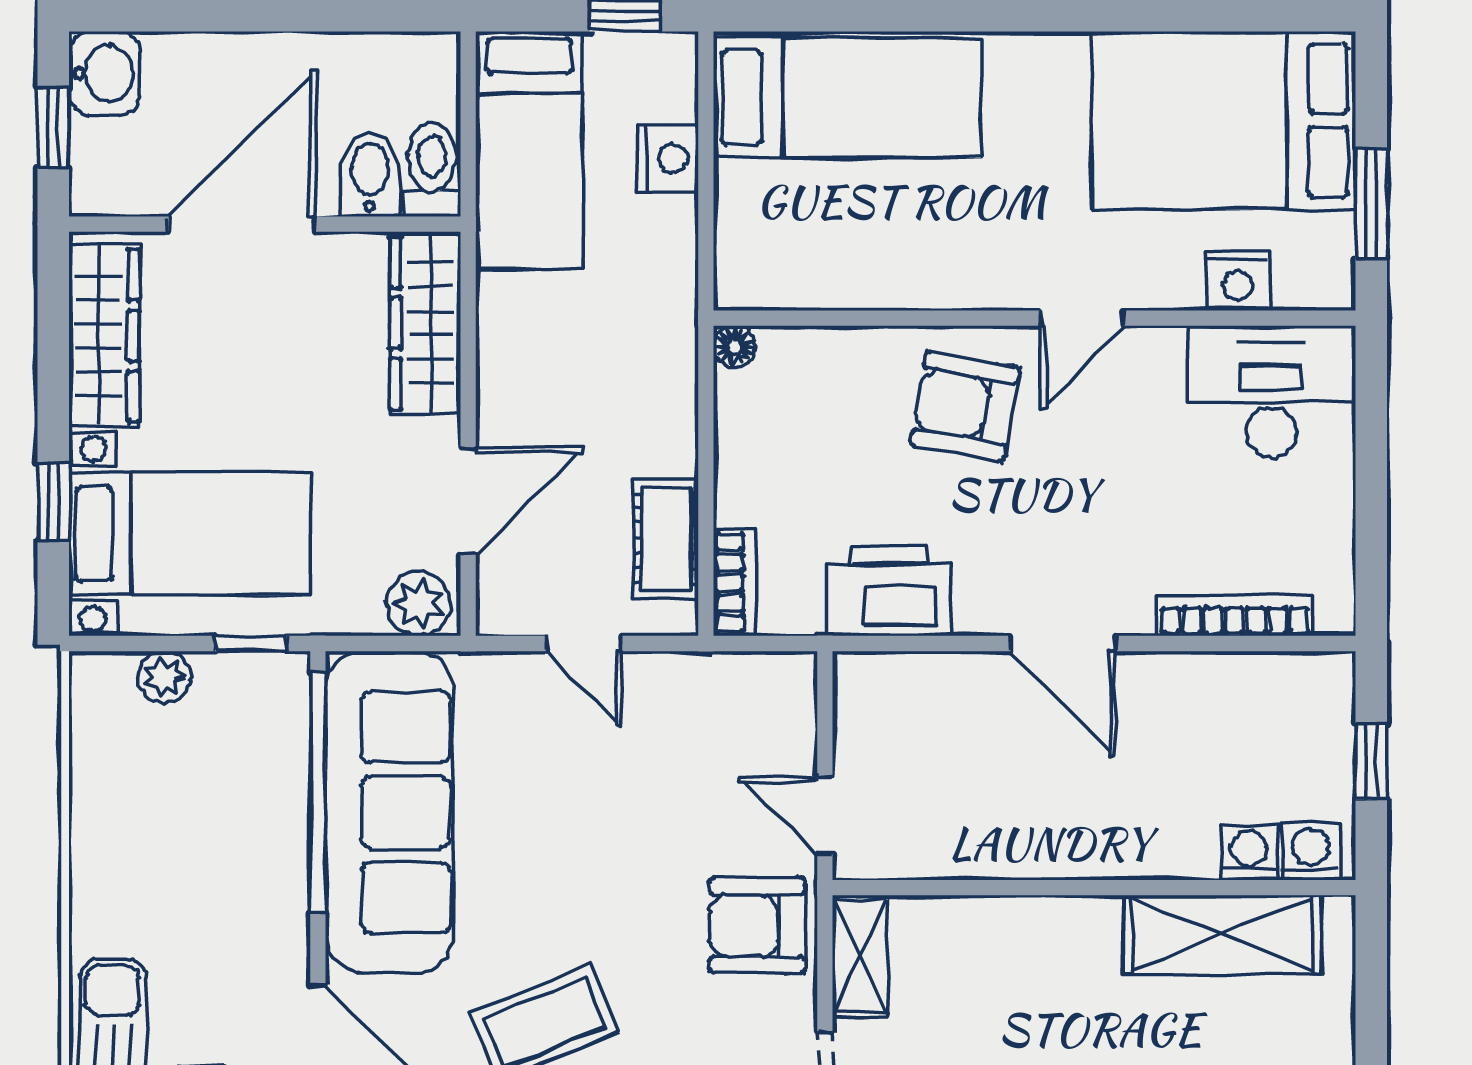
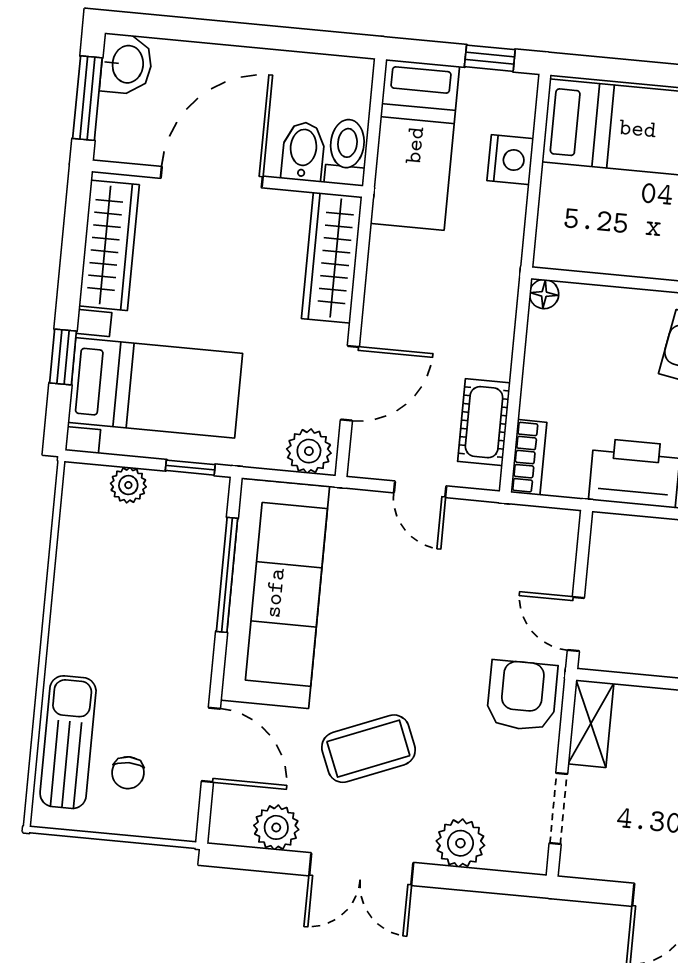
window: (53, 128) -> (87, 98), width x1.50
window: (318, 792) -> (227, 575), width x0.68
armchair: (757, 925) -> (522, 696), turned 90

